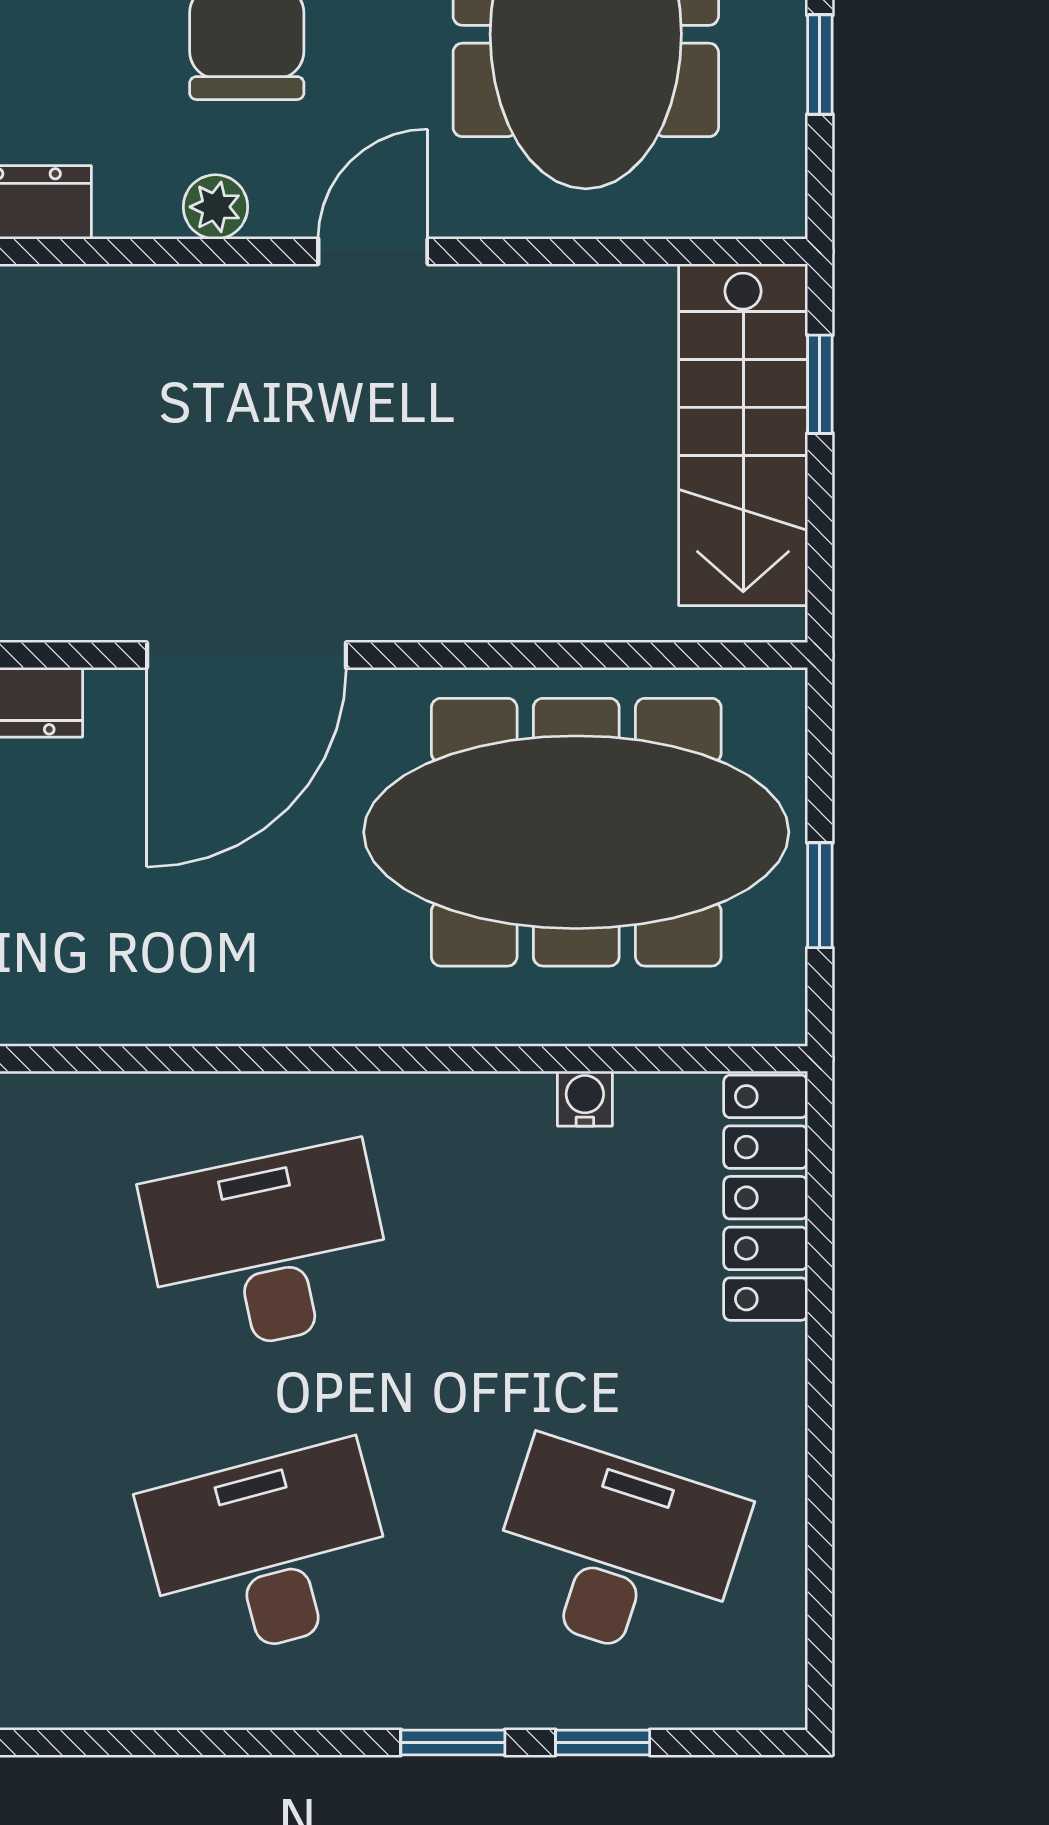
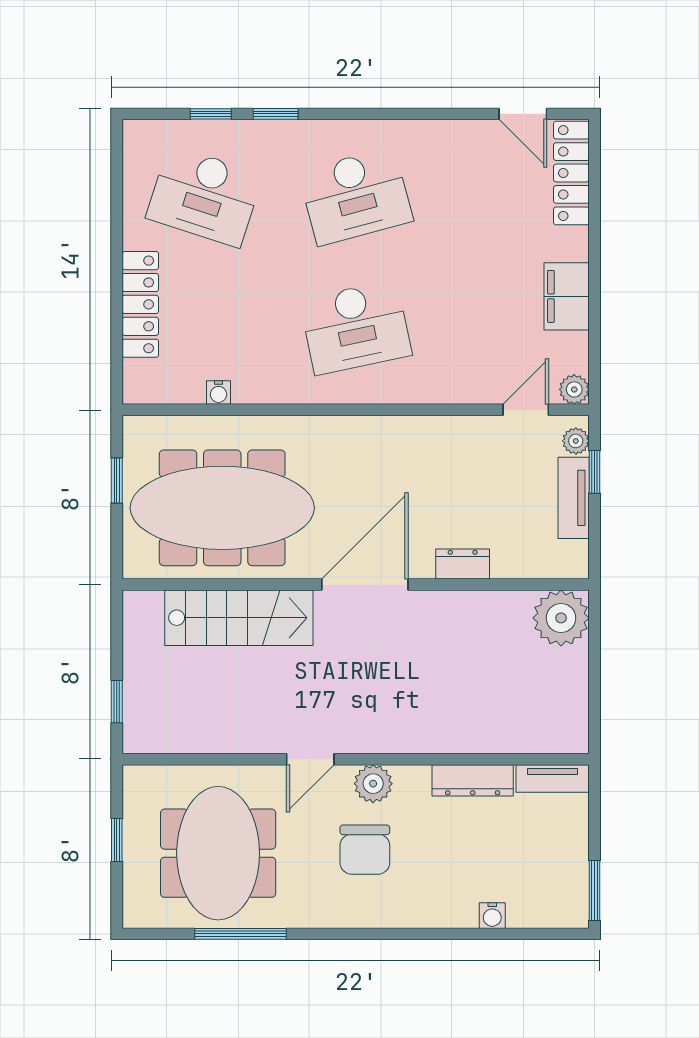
plant: (215, 207) -> (373, 784), width x1.38, depth x1.38
stairs: (743, 435) -> (239, 618), moved, turned 90
locker: (766, 1198) -> (140, 304), moved

